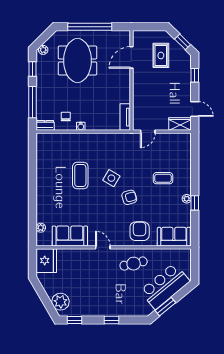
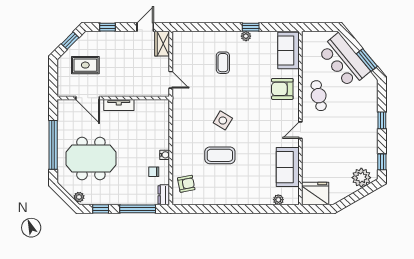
tv unit: (125, 117) -> (119, 105), moved
armchair: (129, 197) -> (186, 184), moved, turned 95

